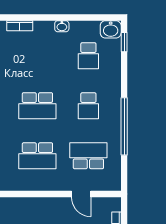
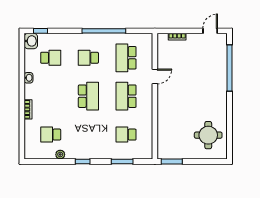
school desk: (88, 106) -> (88, 58), turned 180
school desk: (37, 156) -> (126, 96), turned 180
door: (81, 194) -> (155, 76), moved

